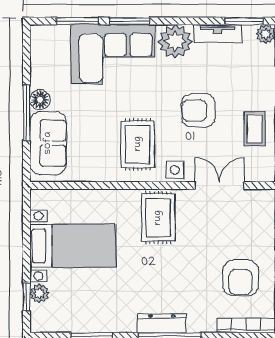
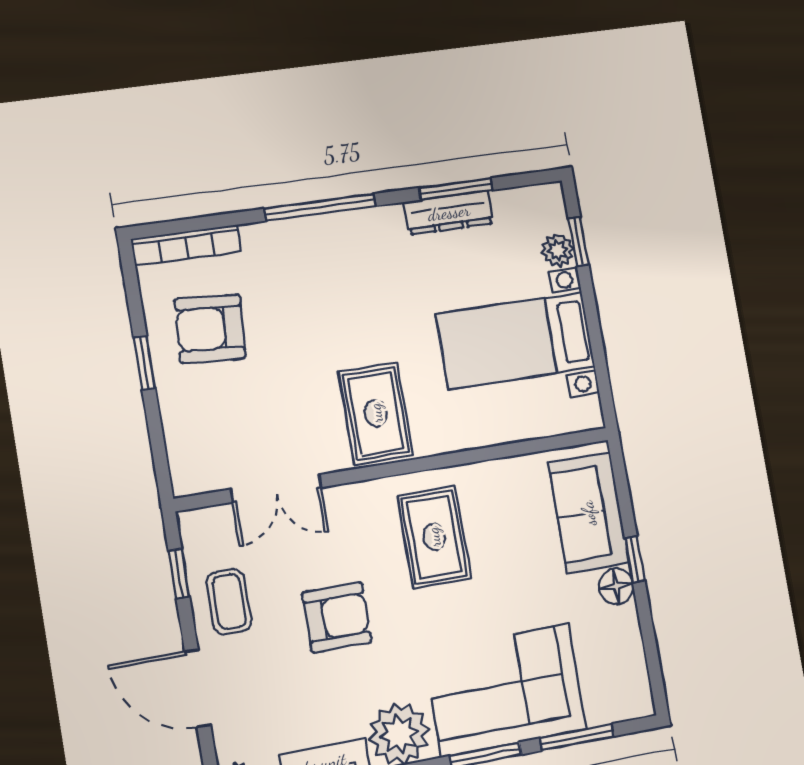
window: (26, 113) -> (635, 559), width x0.46
side table: (175, 170) -> (361, 503), removed
armchair: (241, 278) -> (210, 329), turned -86
dresser: (162, 323) -> (449, 213), moved

